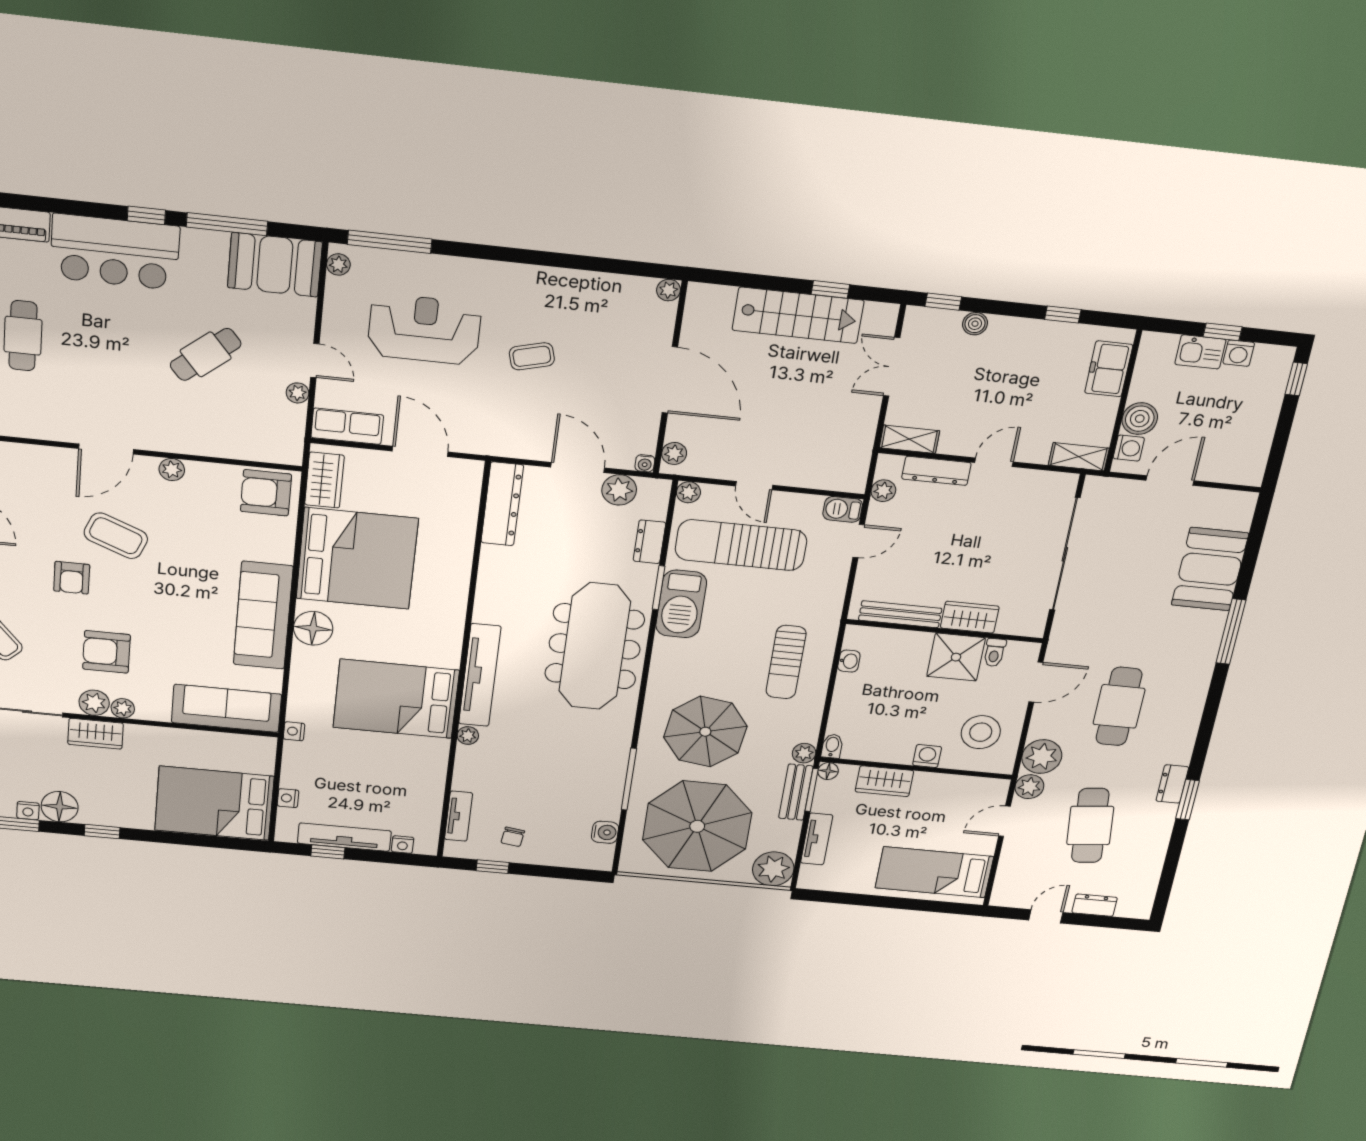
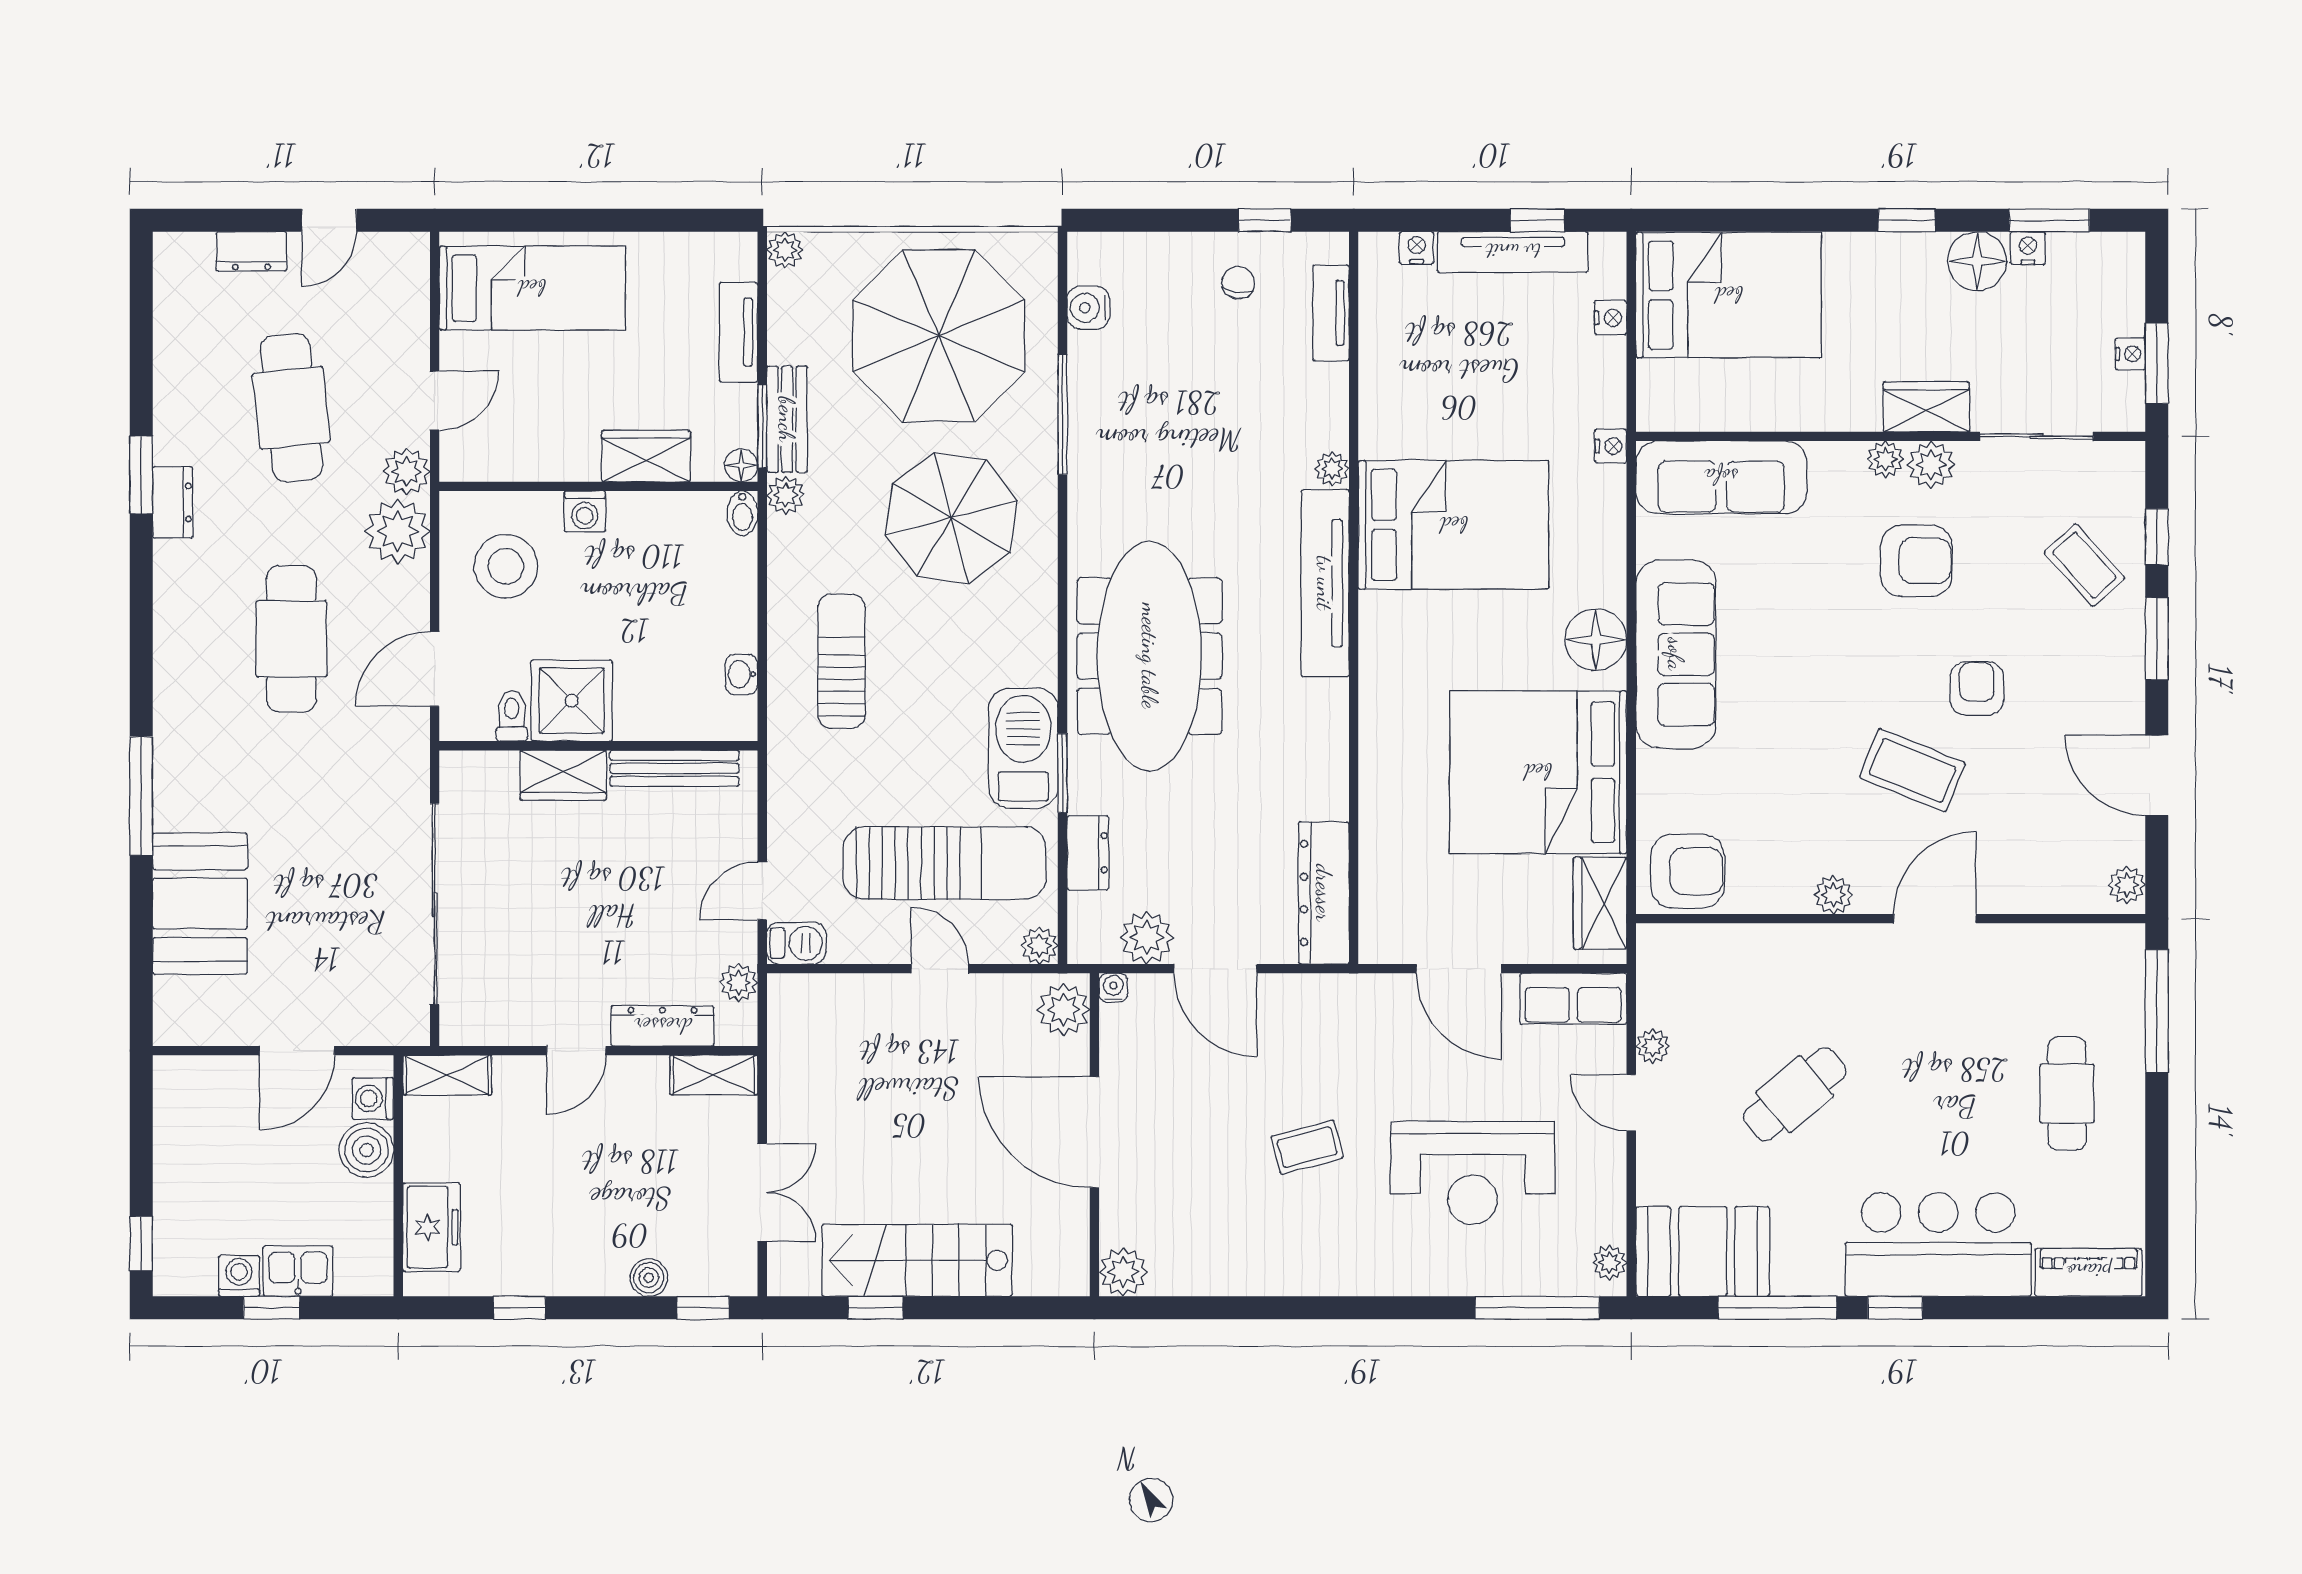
plant: (669, 290) -> (1123, 1272), width x1.38, depth x1.38
plant: (674, 453) -> (1064, 1010), width x1.38, depth x1.38
plant: (773, 869) -> (785, 250), width x0.53, depth x0.53

